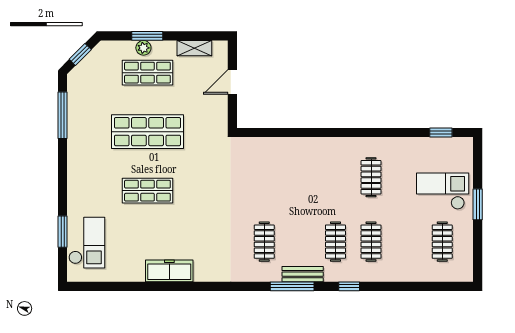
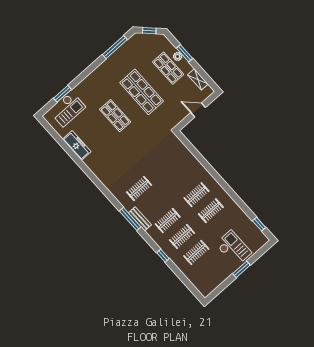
clothes rail: (335, 177) -> (197, 195), added
clothes rail: (442, 242) -> (196, 252), moved
freezer: (169, 271) -> (77, 145), moved
window: (349, 286) -> (163, 256), moved

